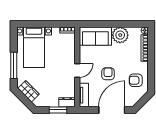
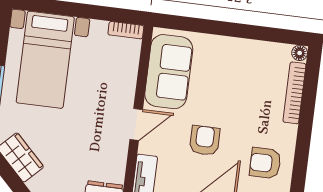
plant: (120, 35) -> (243, 57), removed
sofa: (95, 36) -> (169, 72), moved, turned -90

